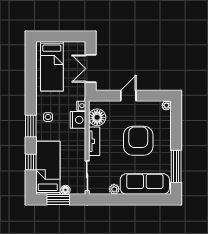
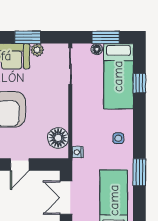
double door: (91, 69) -> (66, 198), swing flipped
nightstand: (78, 120) -> (82, 135), removed
window: (31, 126) -> (139, 172), moved
tv unit: (94, 141) -> (62, 109), removed
window: (122, 199) -> (28, 37), added

